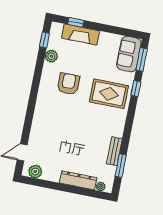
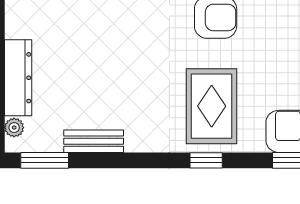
window: (136, 89) -> (206, 160), moved
window: (121, 166) -> (45, 160), moved

